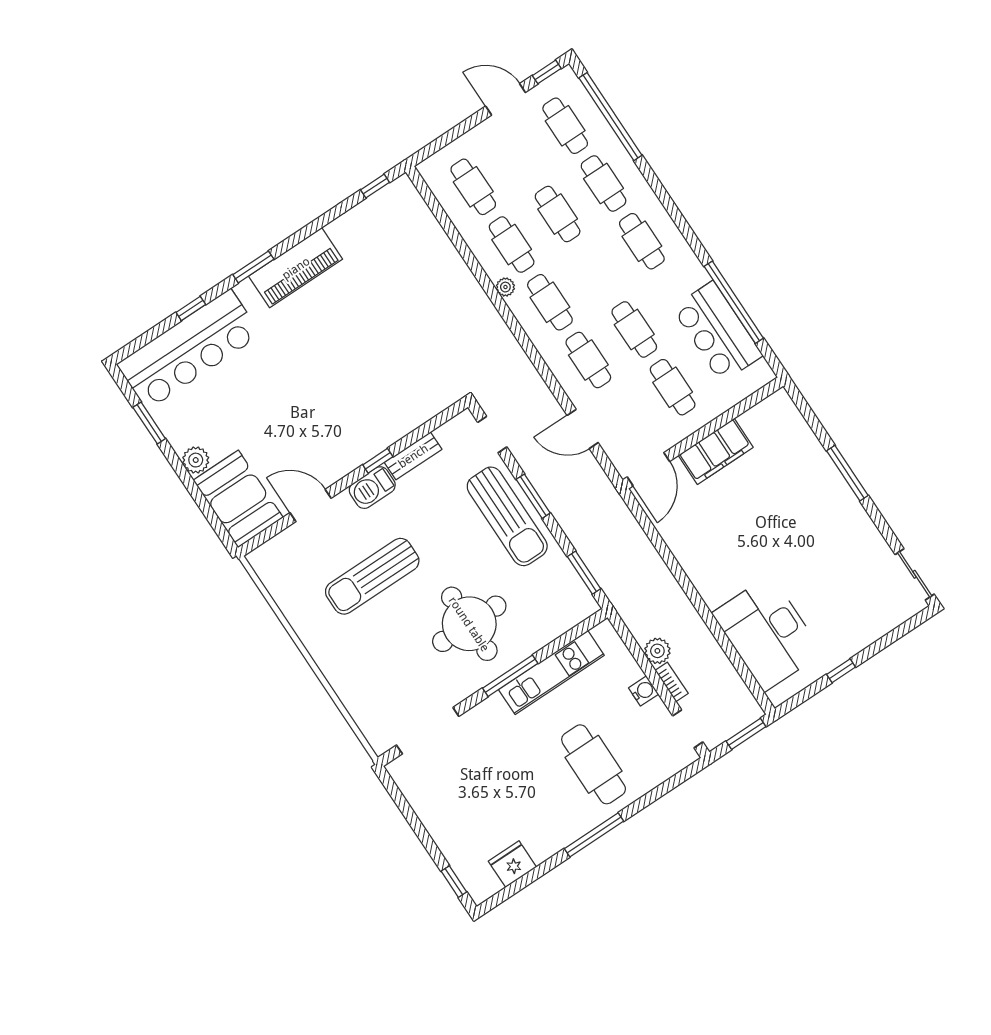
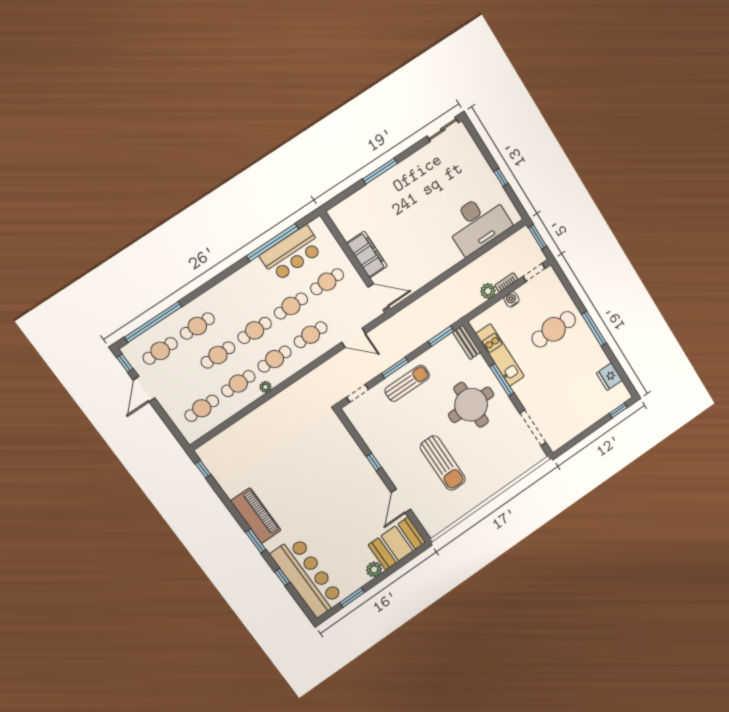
cafe table: (642, 241) -> (255, 330), moved
door: (583, 429) -> (354, 338), hinge flipped
bench: (413, 456) -> (466, 342), moved
barbecue: (372, 488) -> (390, 465), removed
sun lounger: (507, 516) -> (407, 383), width x0.73, depth x0.75

